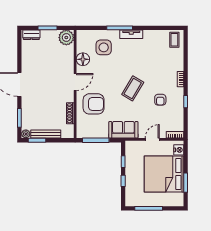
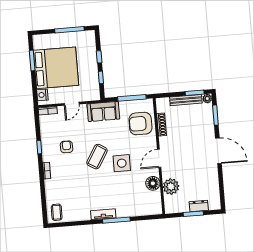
dresser: (31, 35) -> (199, 206), moved
plant: (66, 38) -> (171, 186), moved
side table: (104, 47) -> (122, 163), moved
armchair: (94, 104) -> (140, 124), moved

